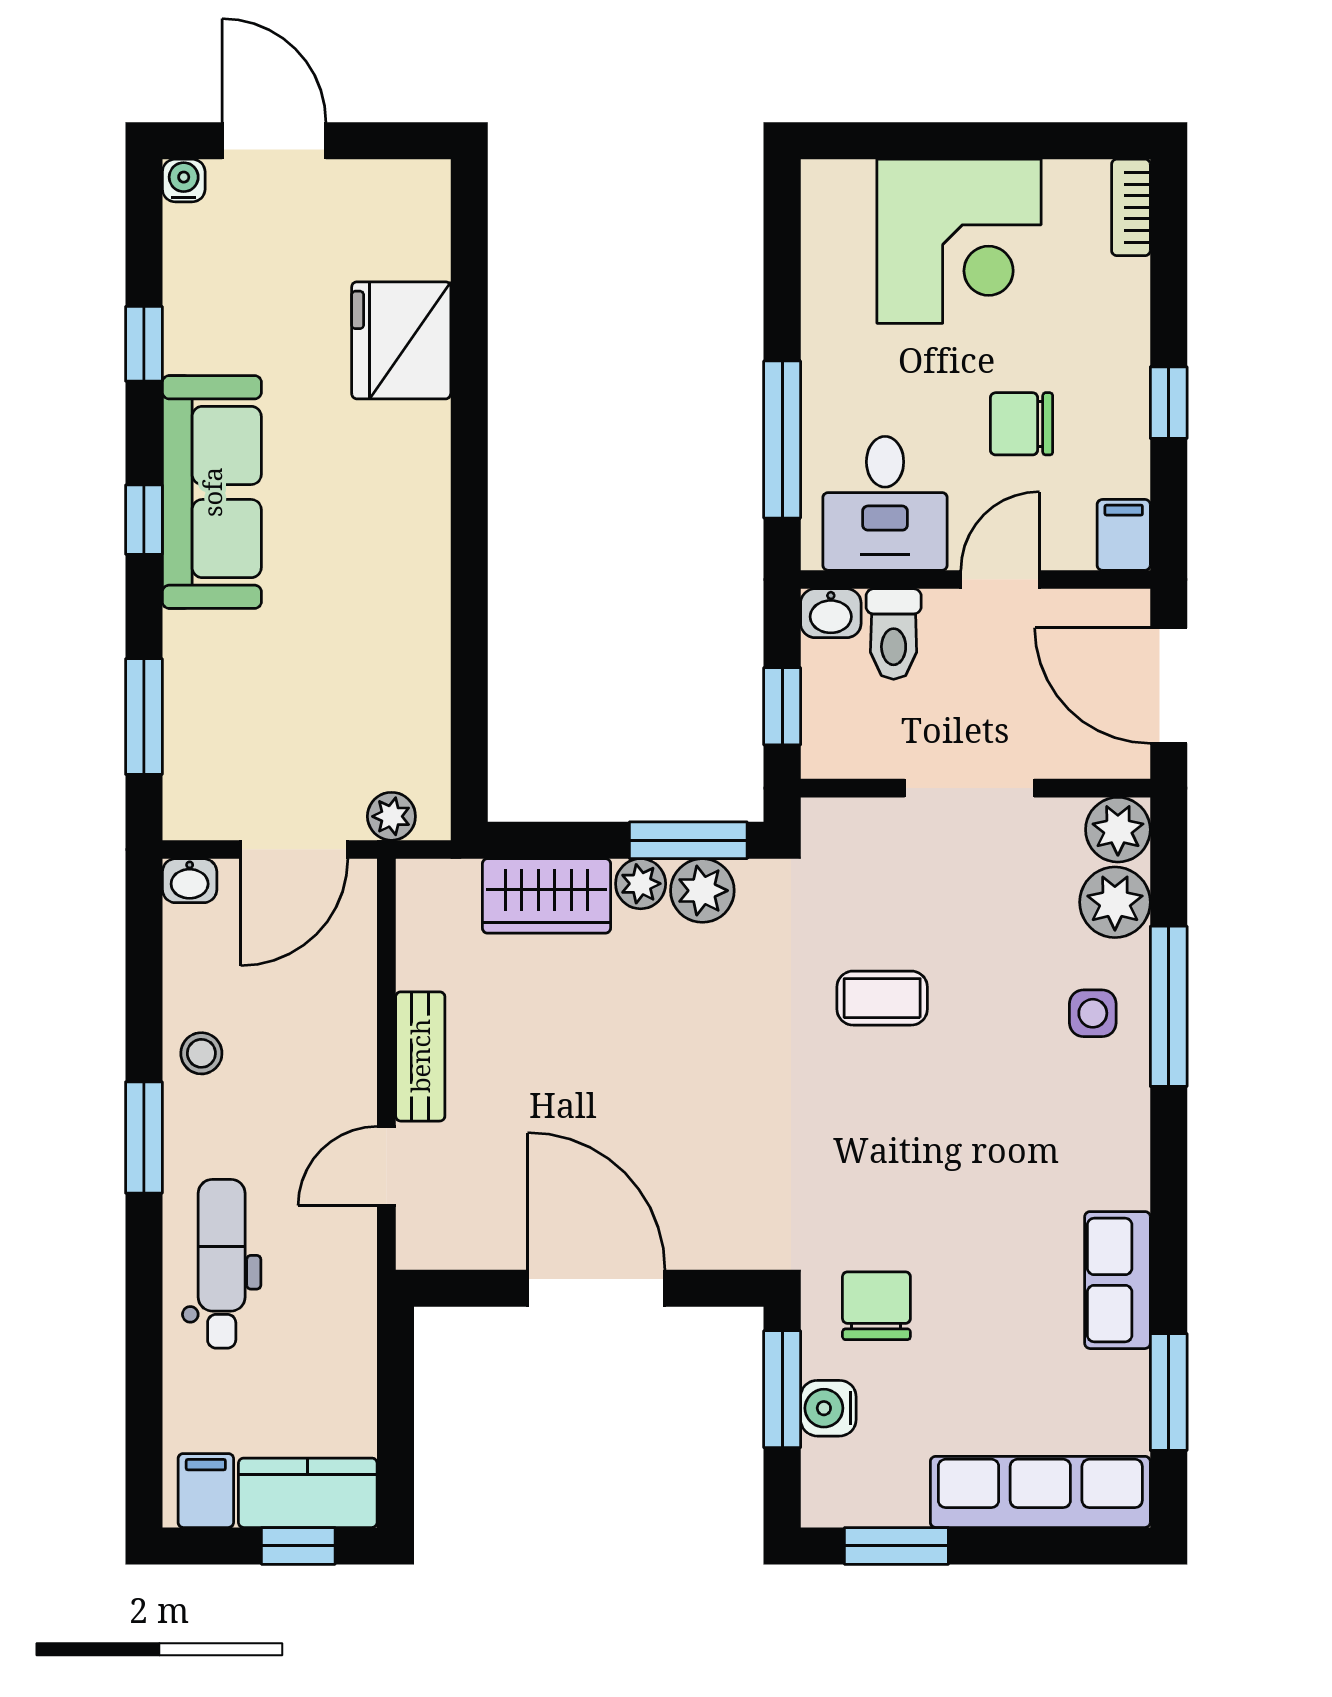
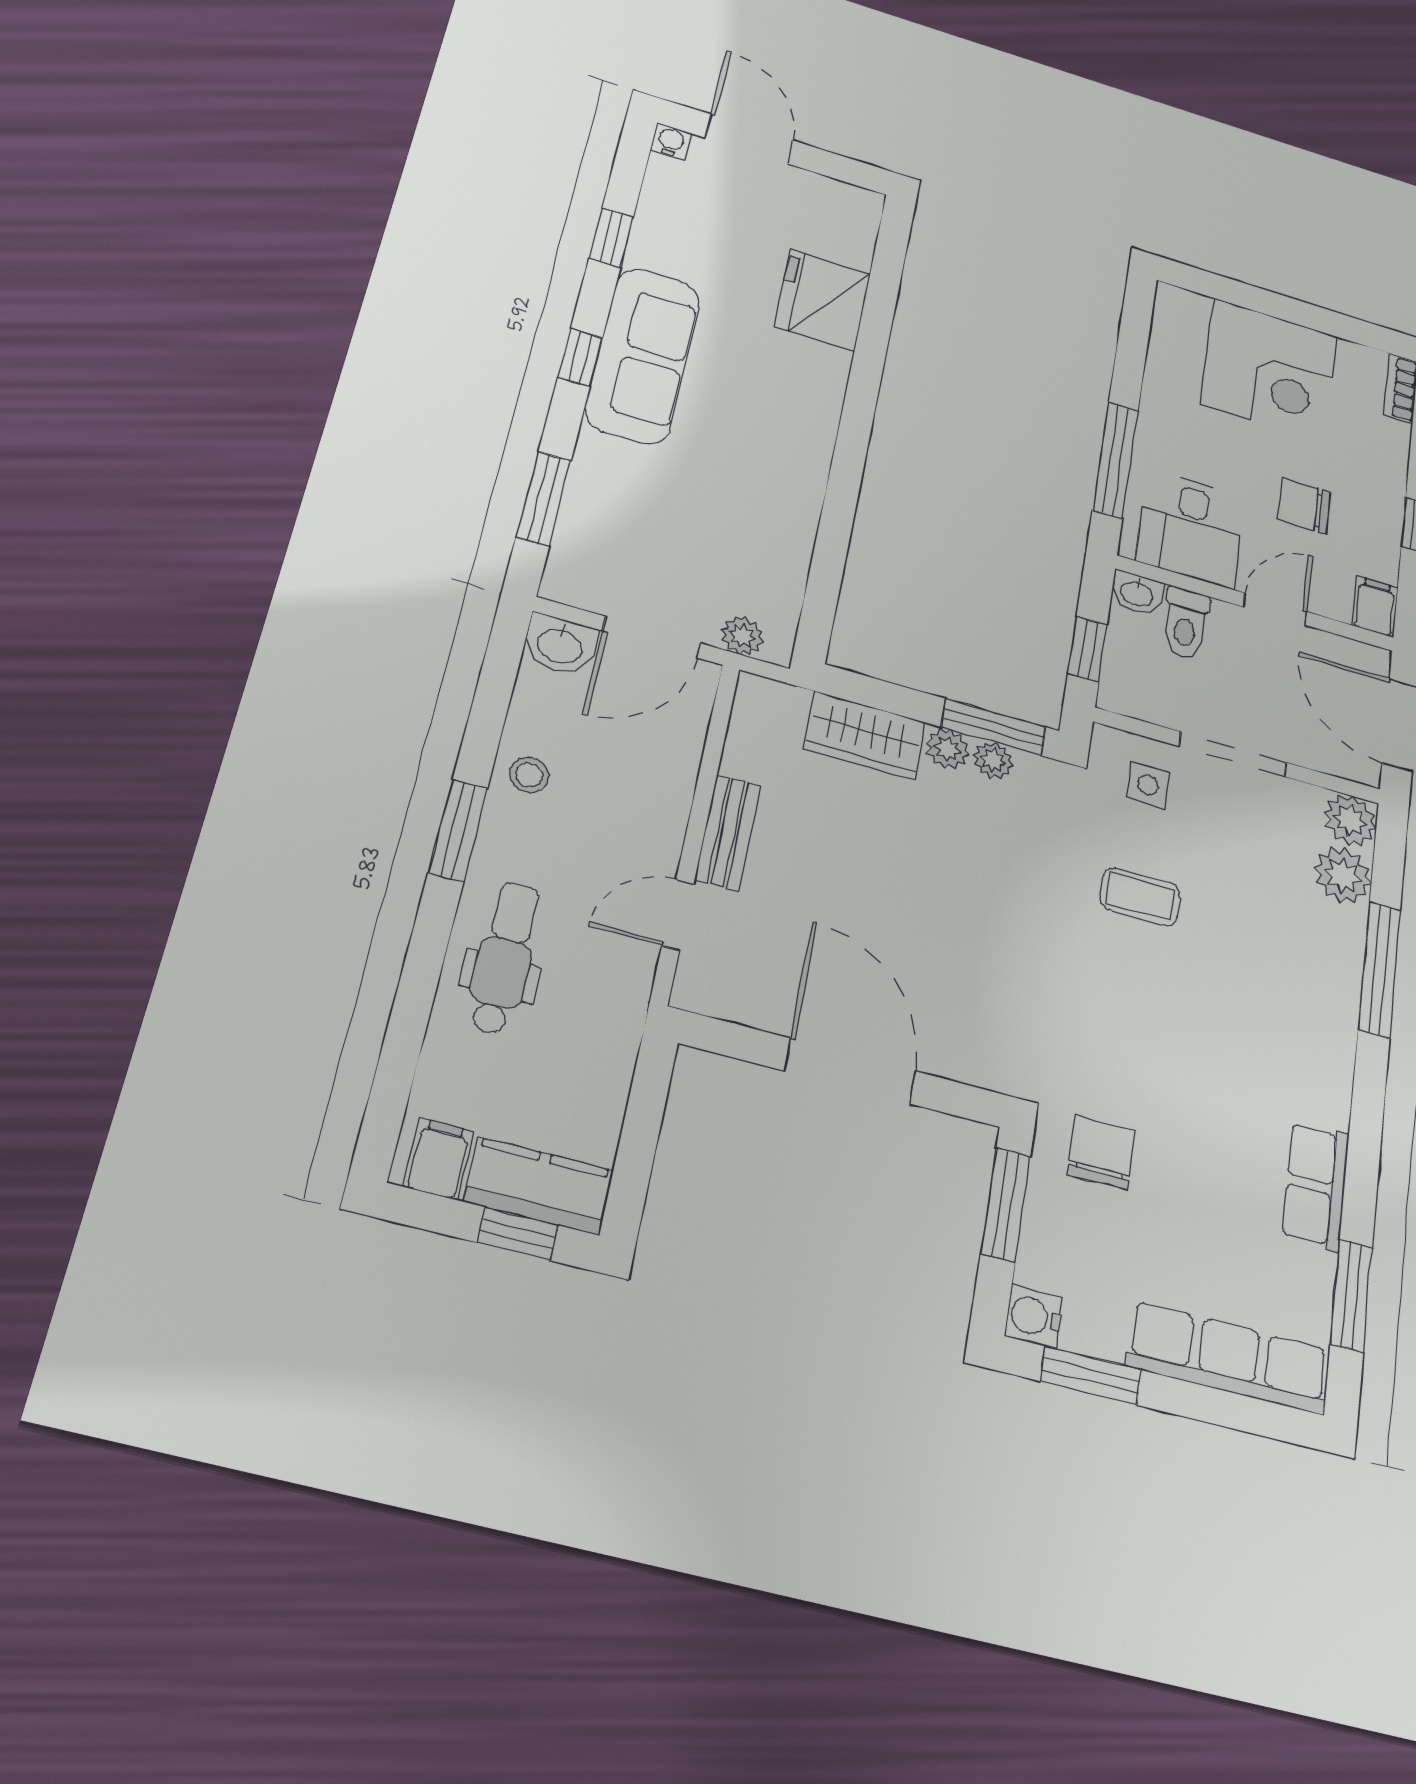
washbasin: (190, 881) -> (560, 645), width x1.38, depth x1.45
plant: (702, 891) -> (993, 760), width x0.73, depth x0.73
side table: (1093, 1013) -> (1148, 785), moved
water cooler: (828, 1408) -> (1034, 1317), moved

